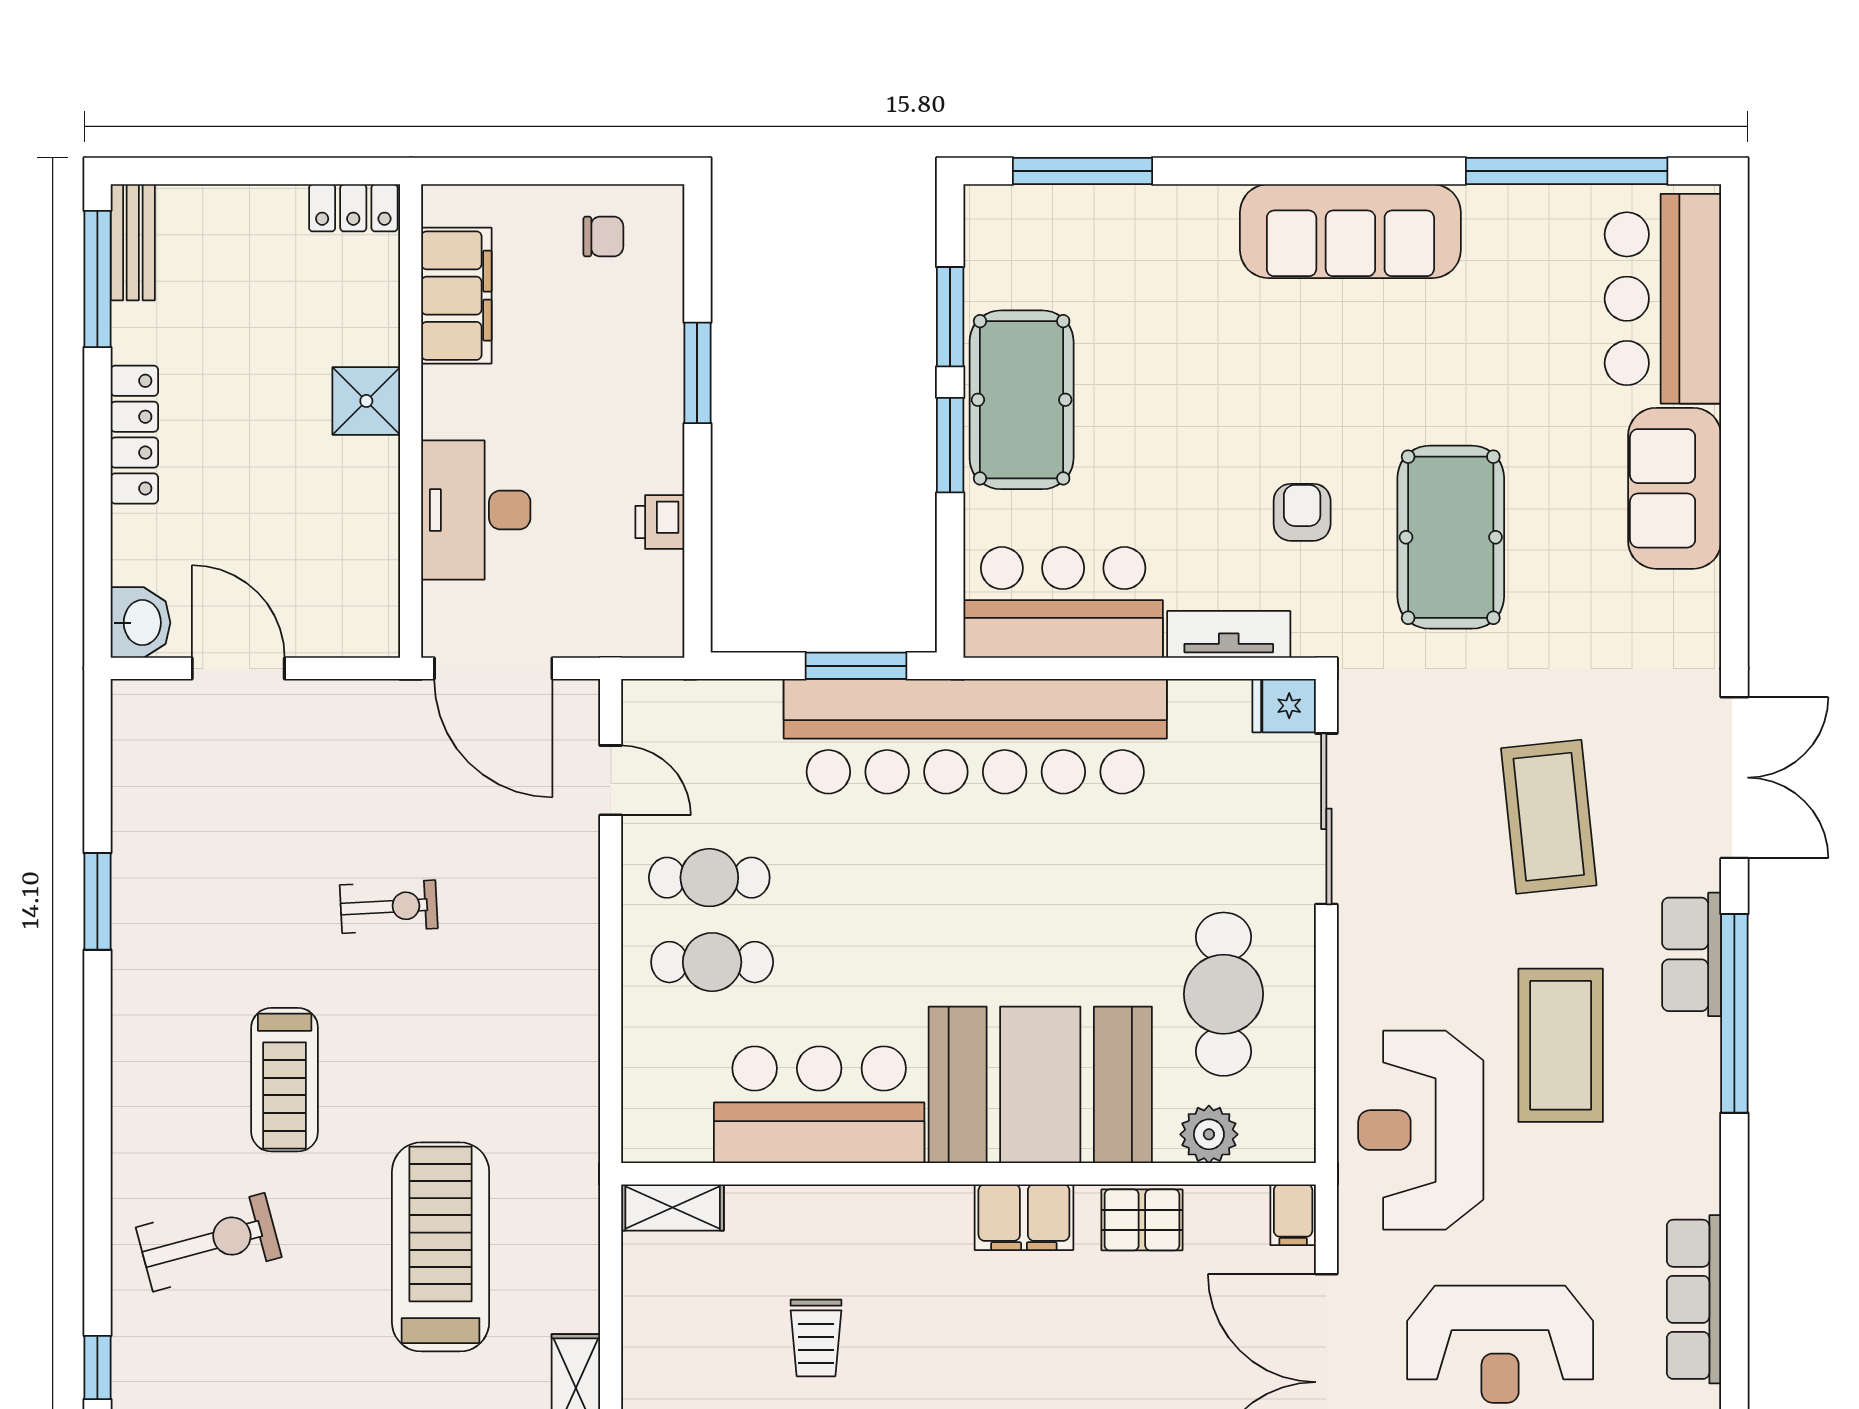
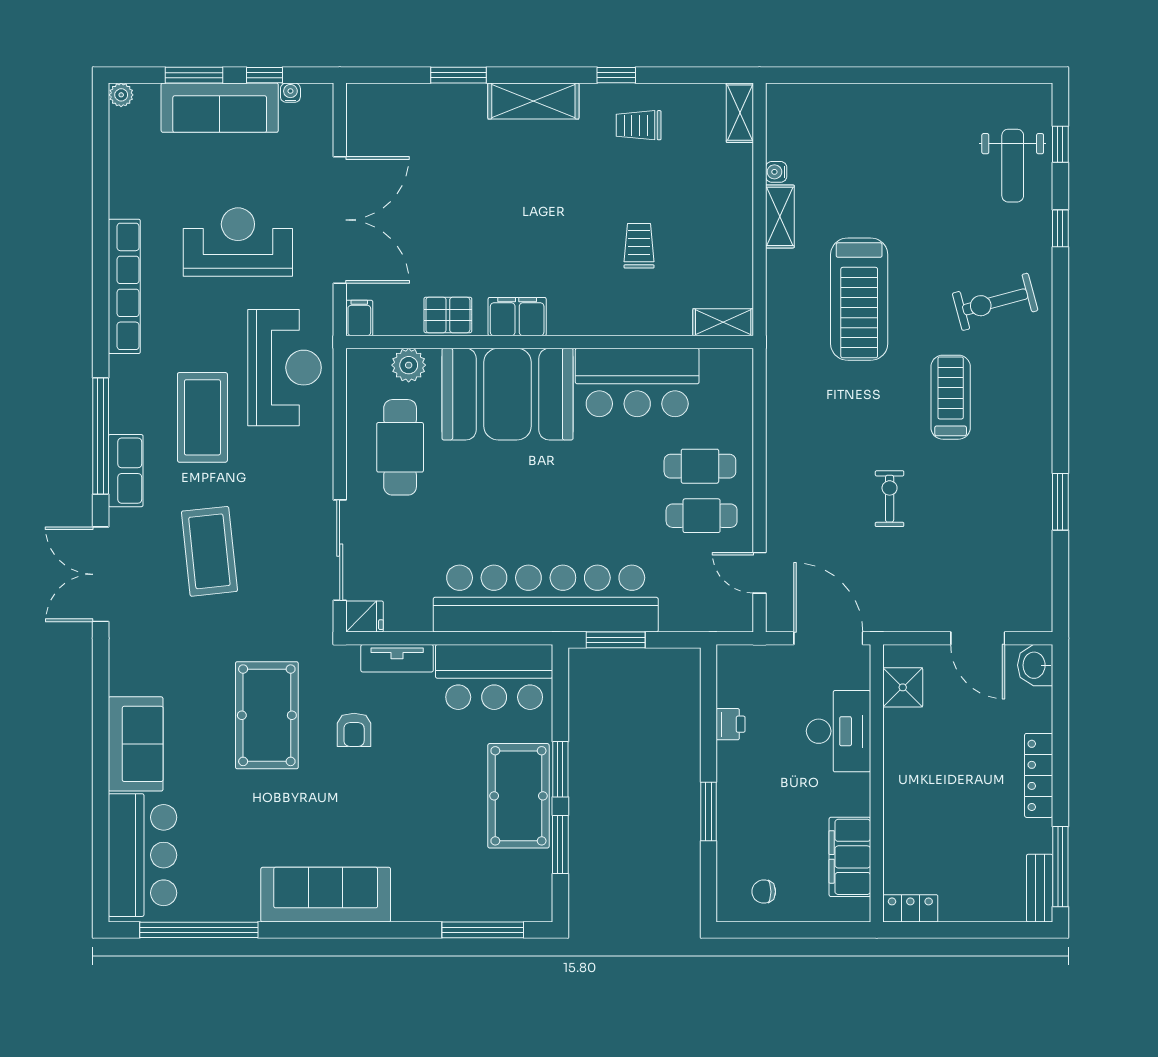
shower: (366, 401) -> (903, 687), moved
exercise bike: (389, 907) -> (890, 499), turned 93
row of seats: (1694, 1299) -> (124, 286), width x1.36

